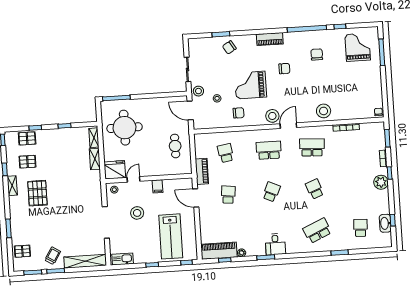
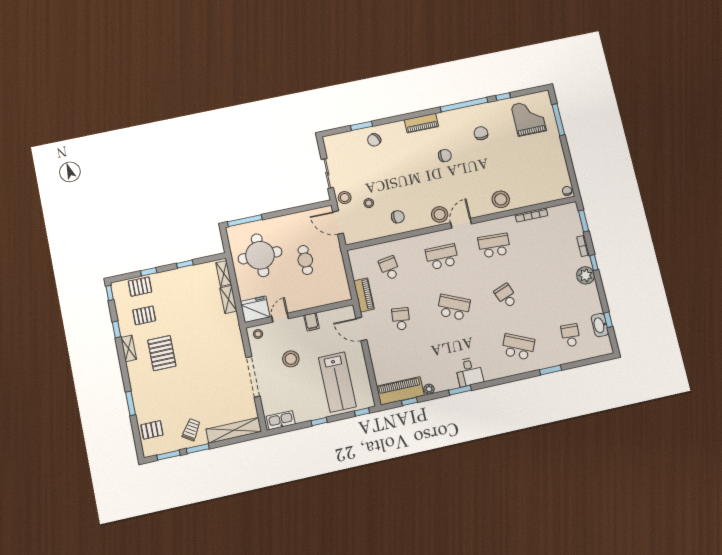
grand piano: (251, 85) -> (407, 181), removed
cafe table: (175, 146) -> (305, 260), moved
school desk: (271, 192) -> (454, 307), width x1.85
school desk: (317, 231) -> (518, 347), turned 48

